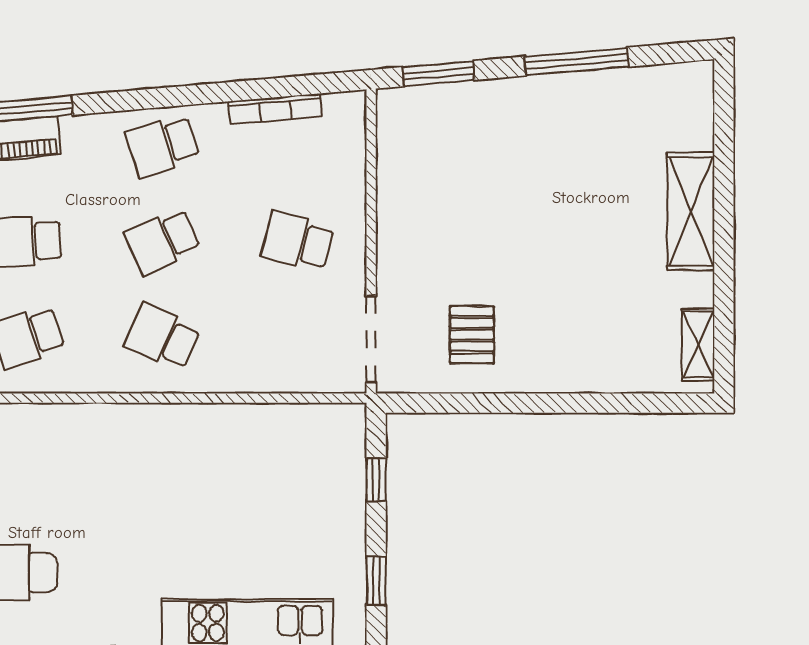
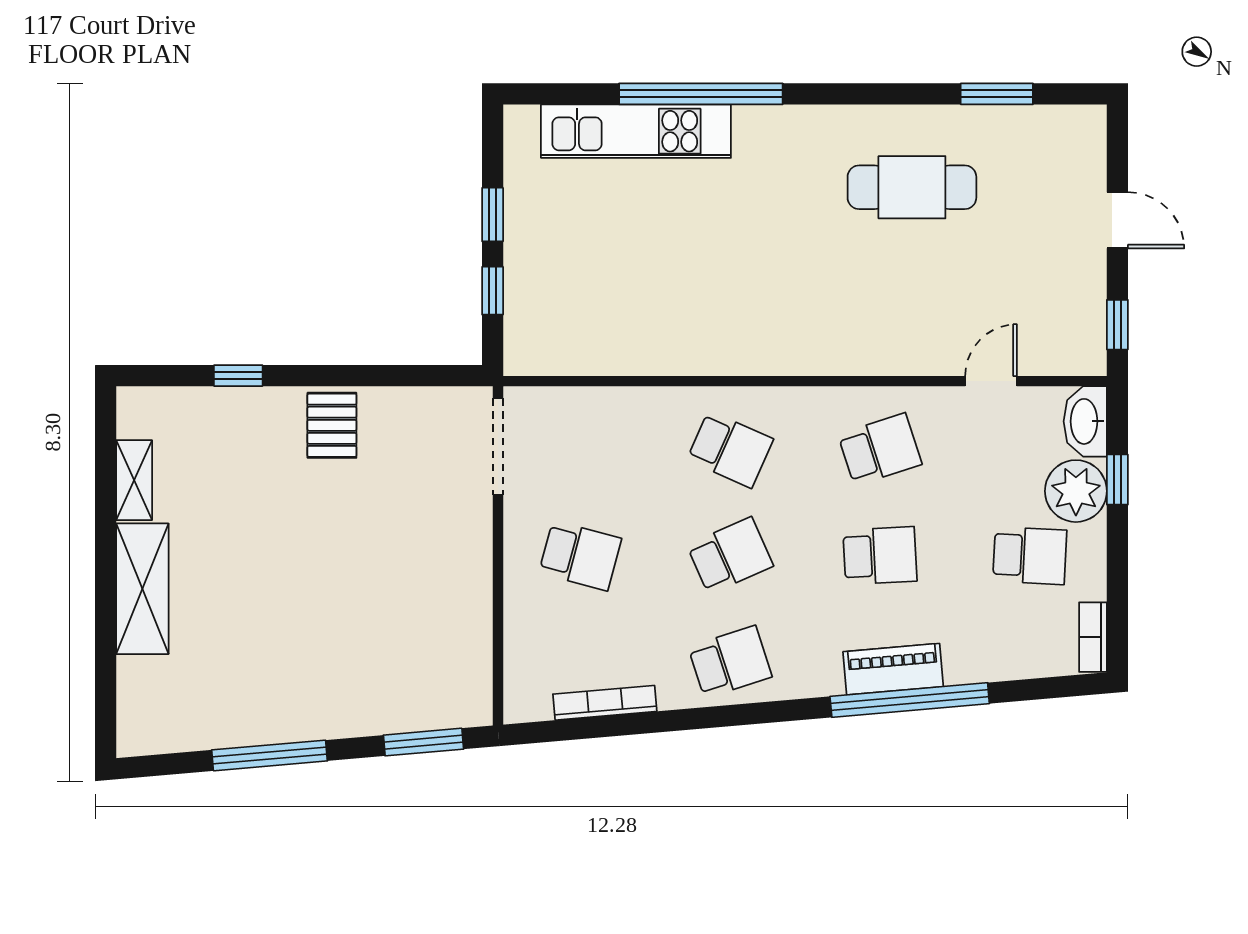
pallet: (472, 335) -> (332, 425), moved
shelving: (698, 344) -> (134, 480), moved
window: (605, 403) -> (238, 376), added
window: (376, 581) -> (493, 215), moved

